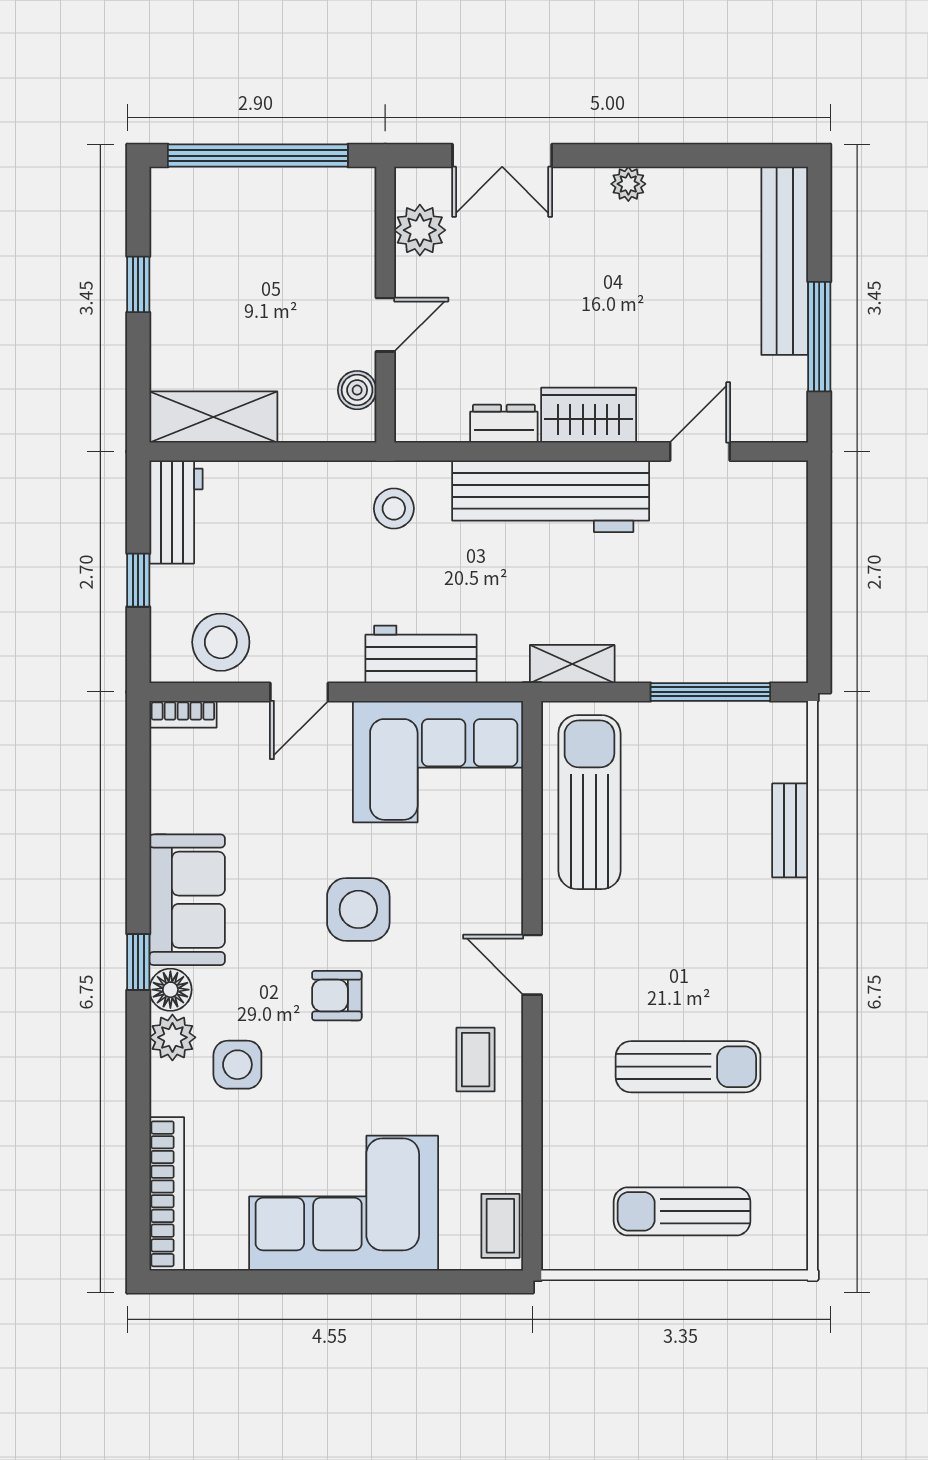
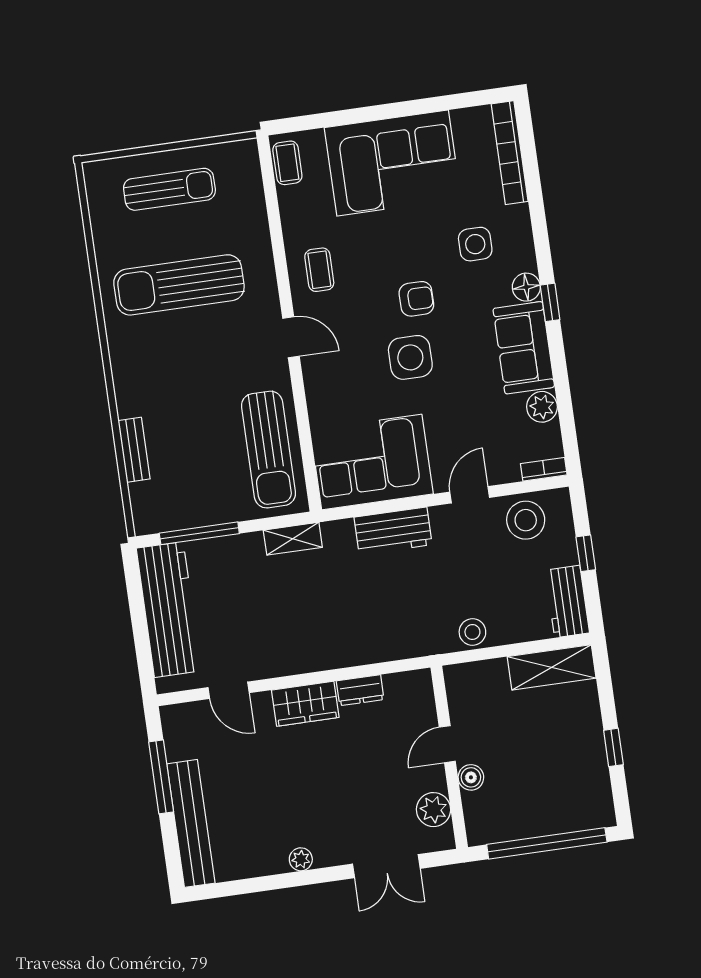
double door: (502, 156) -> (386, 866), swing flipped
boiler: (357, 390) -> (471, 777), moved
door: (700, 452) -> (229, 690), hinge flipped
workbench: (551, 496) -> (169, 610), moved, turned 90
stool: (394, 508) -> (472, 632), moved
plant: (172, 1037) -> (542, 407), moved
sun lounger: (688, 1067) -> (179, 285), width x1.36, depth x1.34

